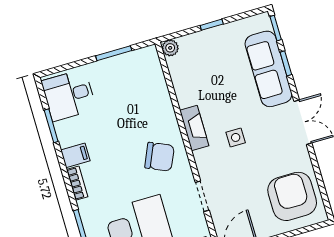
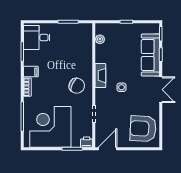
plant: (170, 48) -> (100, 39), moved
armchair: (292, 196) -> (143, 129), turned -87

